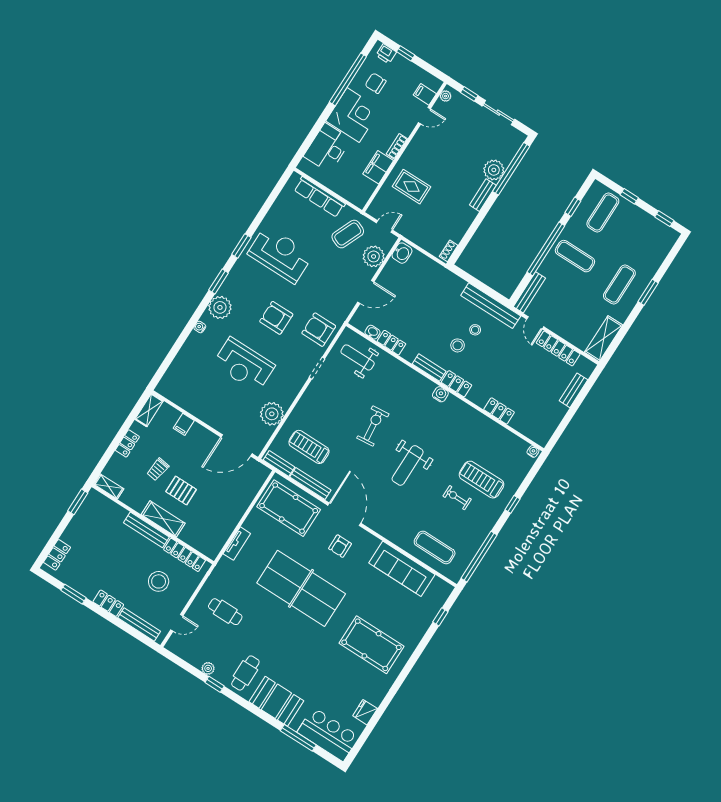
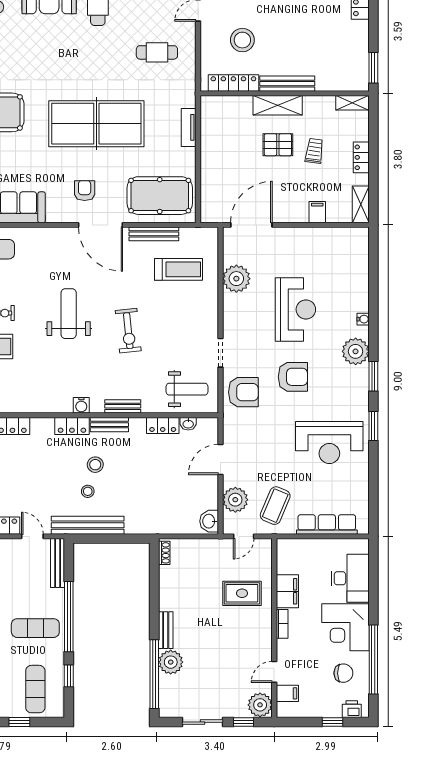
plant: (446, 96) -> (260, 705), width x1.88, depth x1.88
reception desk: (244, 365) -> (295, 309), turned 90
bench: (279, 464) -> (123, 406), moved

